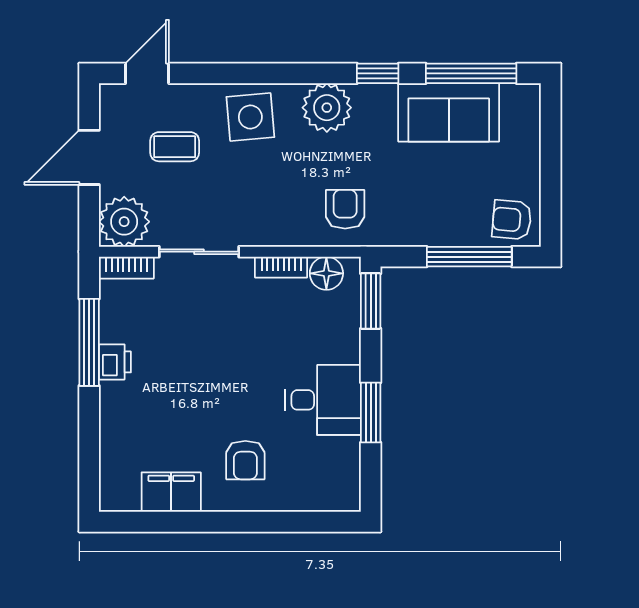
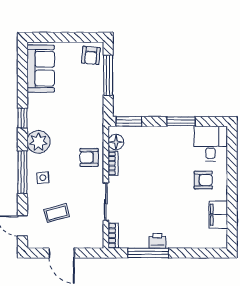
window: (471, 73) -> (22, 172), moved
sofa: (449, 112) -> (41, 69), moved
side table: (250, 117) -> (43, 178), width x0.54, depth x0.54
coffee table: (175, 147) -> (57, 213), turned 75
armchair: (345, 209) -> (89, 157), moved
plant: (124, 222) -> (92, 237), removed
desk: (323, 400) -> (210, 144), moved

